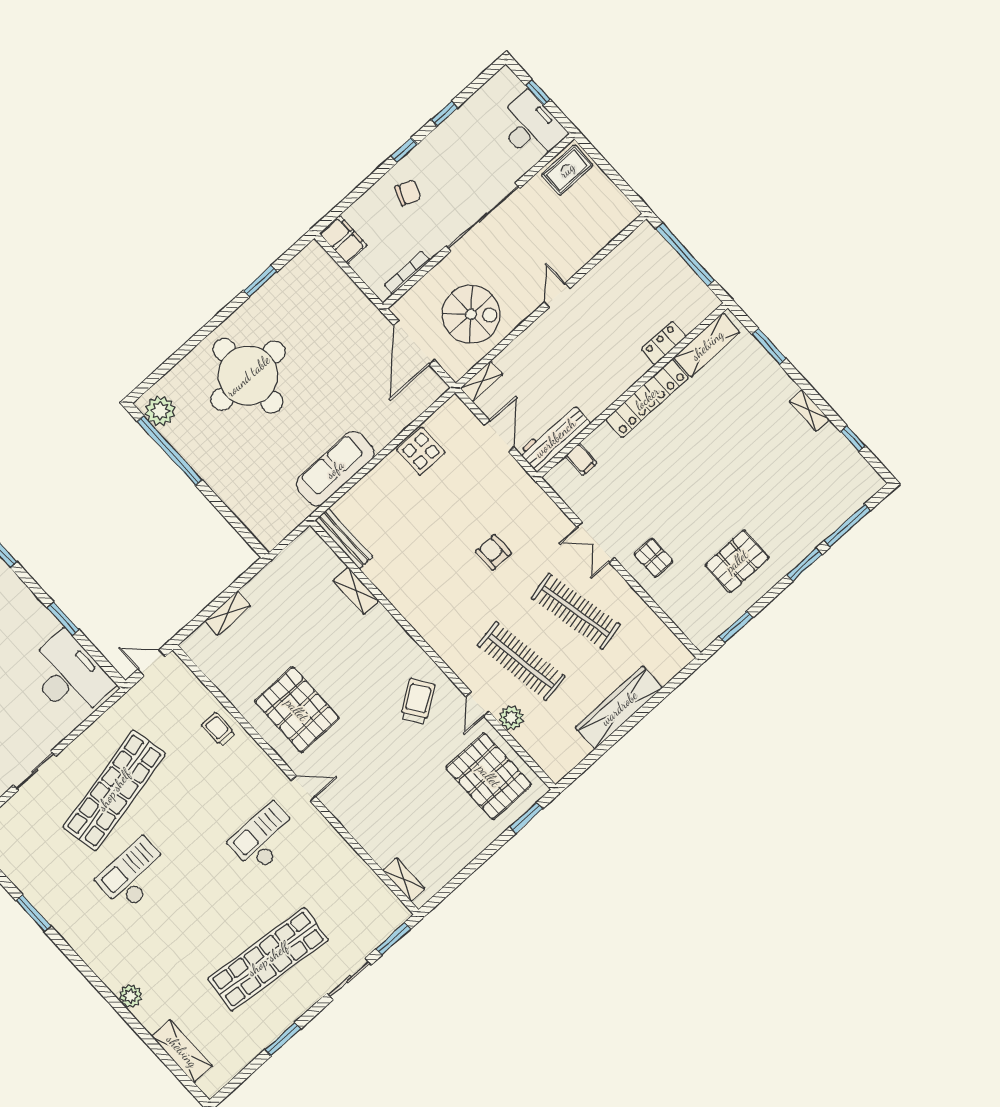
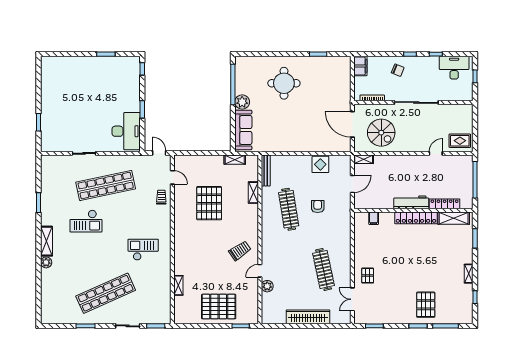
desk: (531, 127) -> (454, 68), moved, turned -90
rug: (567, 170) -> (460, 141), moved
door: (557, 295) -> (436, 153), moved
door: (414, 343) -> (352, 124), hinge flipped
locker: (664, 343) -> (445, 204), width x1.53
round table: (248, 376) -> (284, 83), width x0.73, depth x0.73
plant: (160, 411) -> (242, 102), moved
workbench: (555, 438) -> (411, 202), moved
sofa: (335, 469) -> (243, 130), moved, turned 90
double door: (596, 542) -> (352, 299), moved
armchair: (493, 552) -> (318, 207), moved
pallet: (737, 561) -> (426, 305), moved, turned 90
shelving: (228, 613) -> (235, 160), moved
clothes rail: (521, 661) -> (289, 209), moved
pallet: (297, 710) -> (209, 203), moved
pallet: (489, 776) -> (219, 307), moved, turned 90
door: (304, 789) -> (172, 177), moved
checkout: (134, 874) -> (86, 221), turned 180
shelving: (404, 880) -> (178, 285), moved
shop shelf: (268, 959) -> (106, 293), turned -30
shelving: (182, 1051) -> (46, 241), moved

